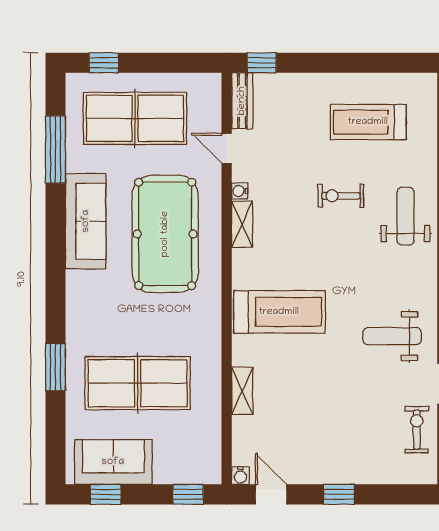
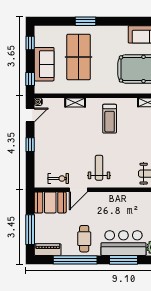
treadmill: (279, 312) -> (110, 119), width x0.73, depth x0.73
sofa: (113, 462) -> (44, 64), moved

